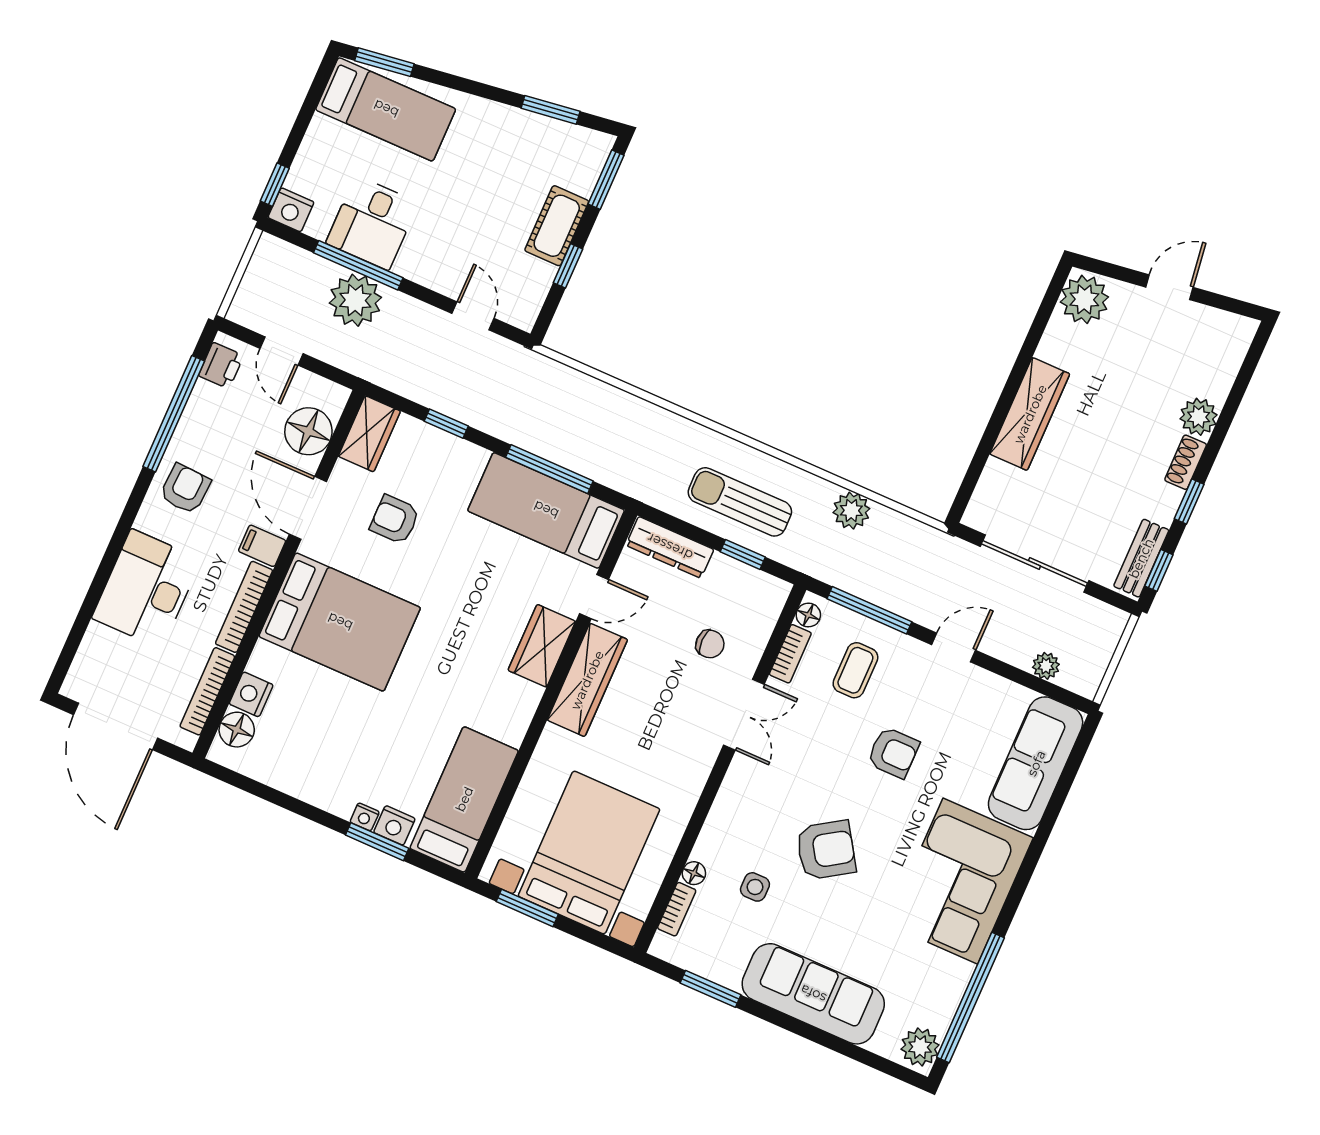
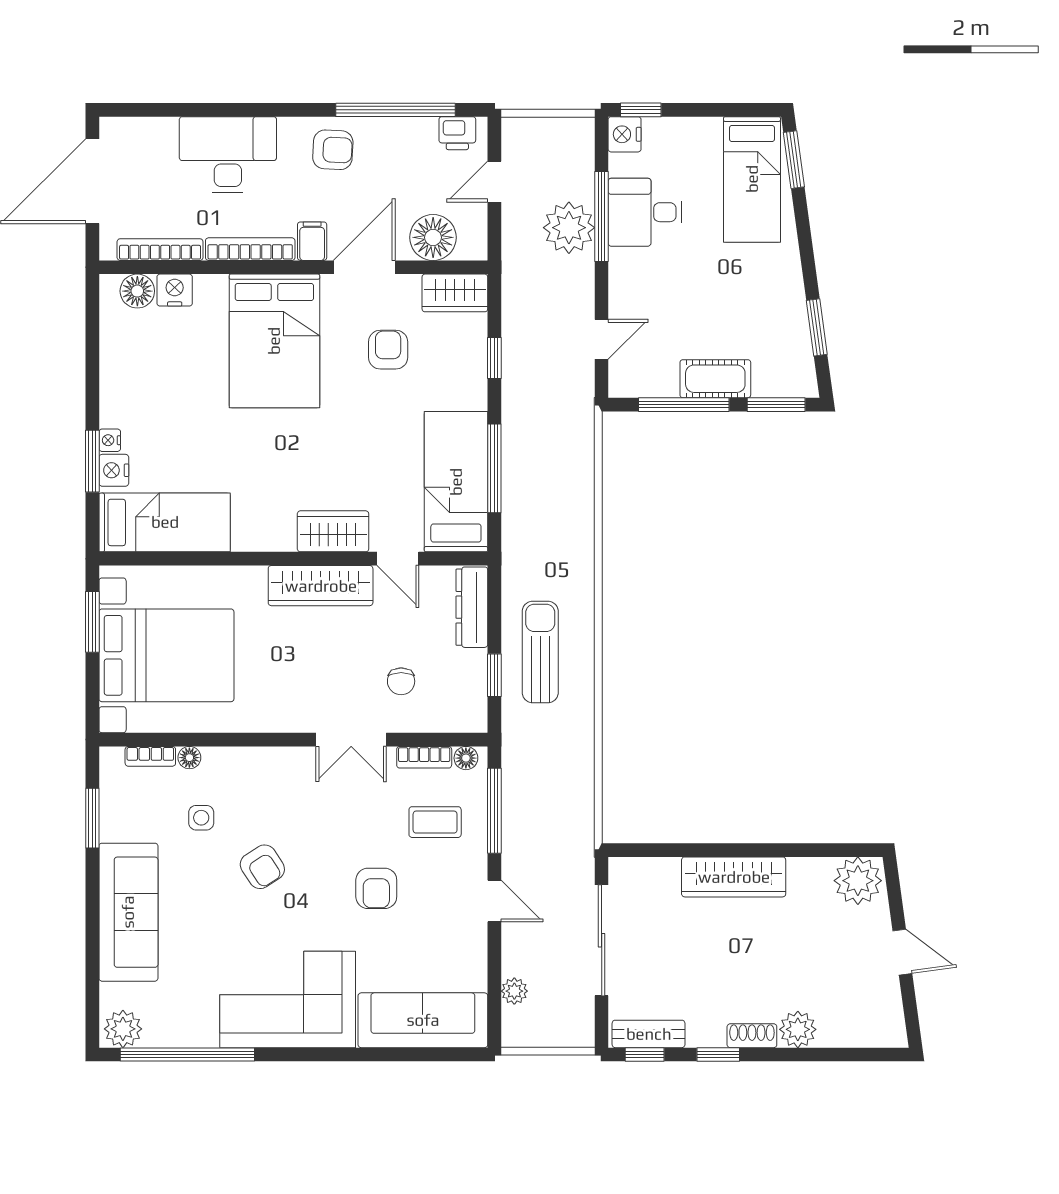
window: (568, 266) -> (684, 405), width x2.17
plant: (851, 511) -> (577, 755), removed
armchair: (826, 850) -> (262, 867), width x0.72, depth x0.72

